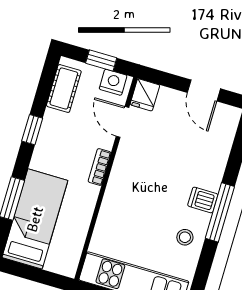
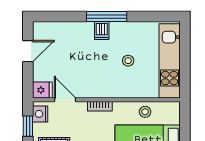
door: (123, 122) -> (65, 100), swing flipped
stool: (74, 227) -> (145, 112), added
stool: (185, 237) -> (128, 61), moved

